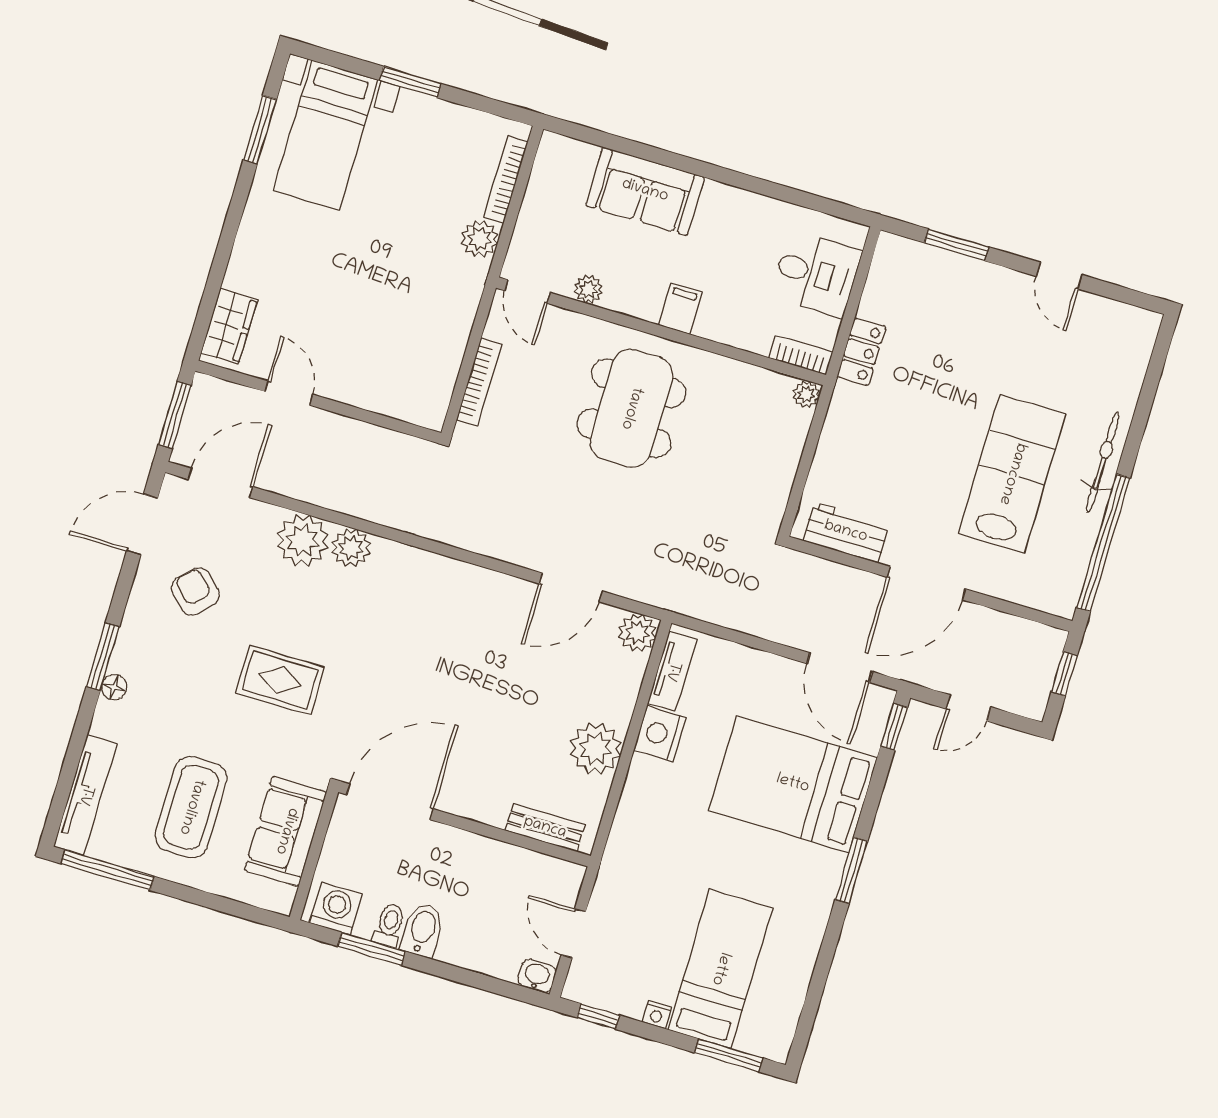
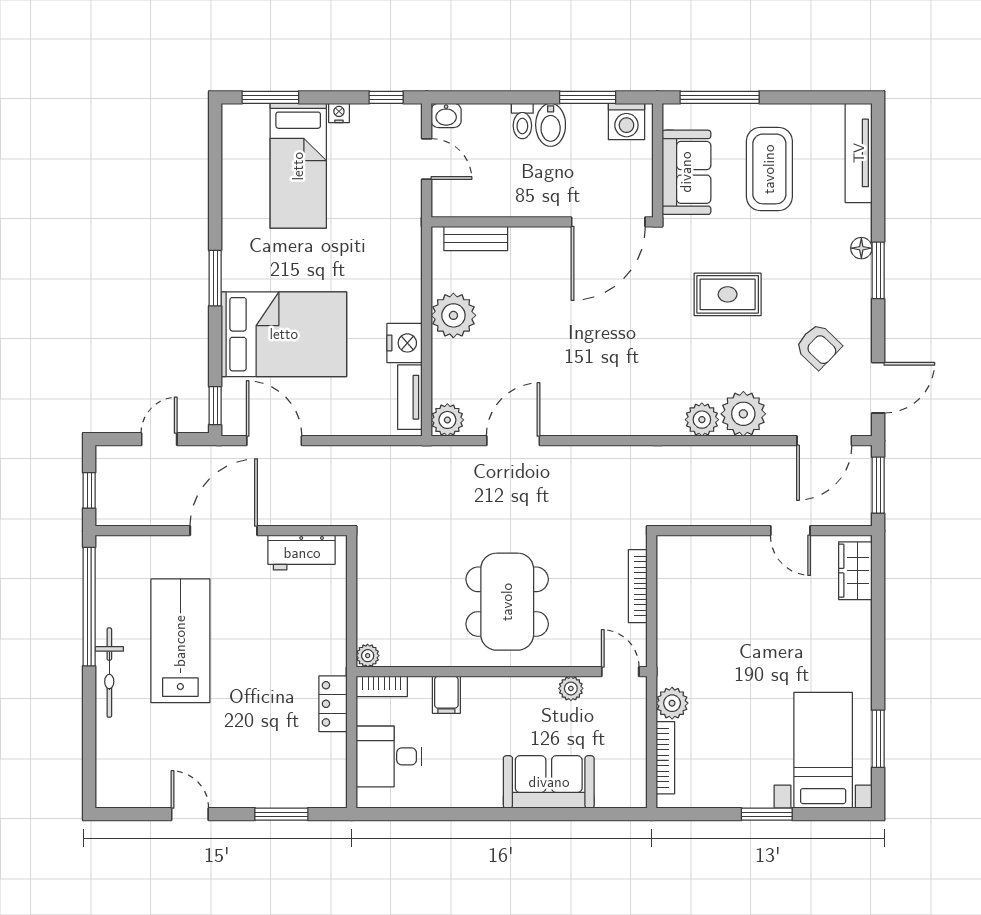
filing cabinet: (680, 309) -> (446, 695), moved
lab bench: (1012, 474) -> (180, 641), turned 180
window: (108, 870) -> (720, 97), moved
toilet: (389, 925) -> (522, 121), moved

